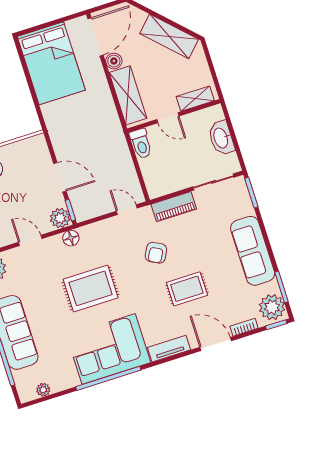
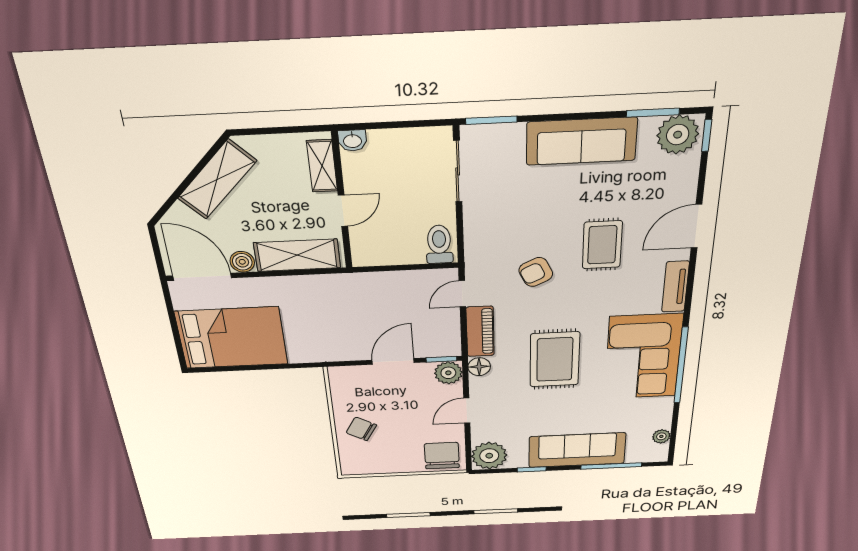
washbasin: (221, 138) -> (352, 141), moved, width x0.52, depth x0.69
toilet: (141, 144) -> (439, 244), moved, turned -90
piano: (174, 207) -> (480, 332), moved
armchair: (156, 253) -> (536, 272), turned 126
bookcase: (244, 327) -> (690, 182), removed

